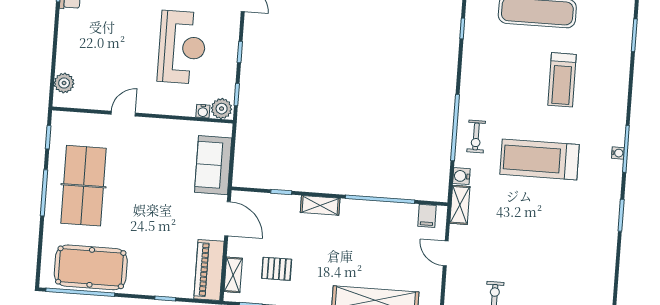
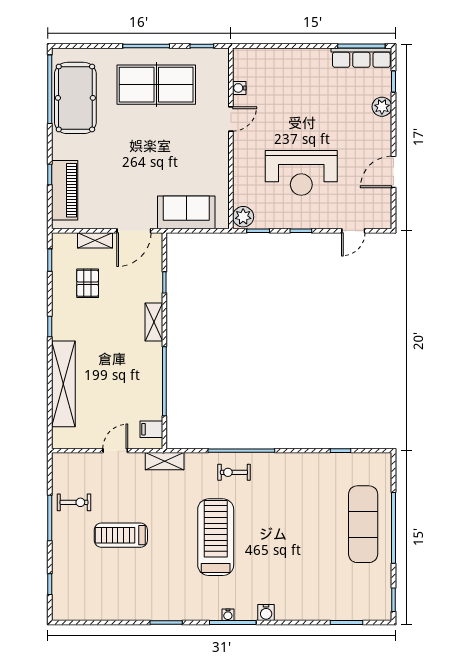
treadmill: (562, 80) -> (121, 535), moved
plant: (64, 83) -> (257, 58), removed
water cooler: (203, 111) -> (239, 88), moved
door: (123, 114) -> (231, 119), hinge flipped
water cooler: (461, 176) -> (266, 613), moved, turned 180
piano: (209, 270) -> (65, 190), moved, turned 90
shelving: (233, 275) -> (95, 240), moved

